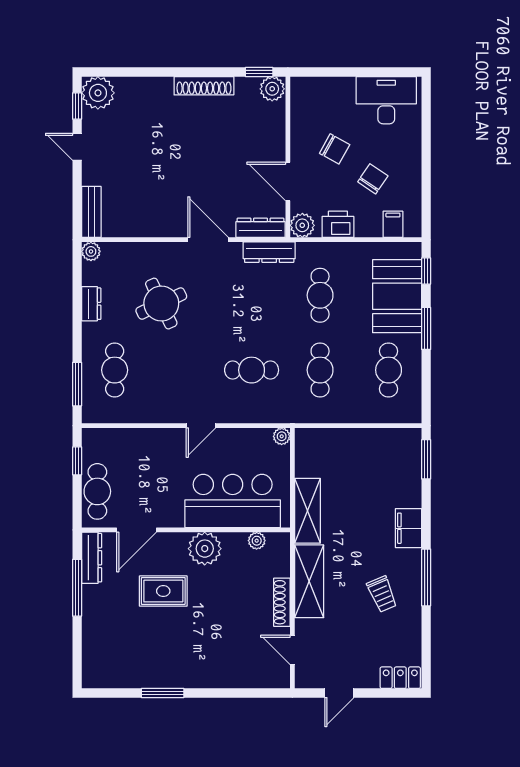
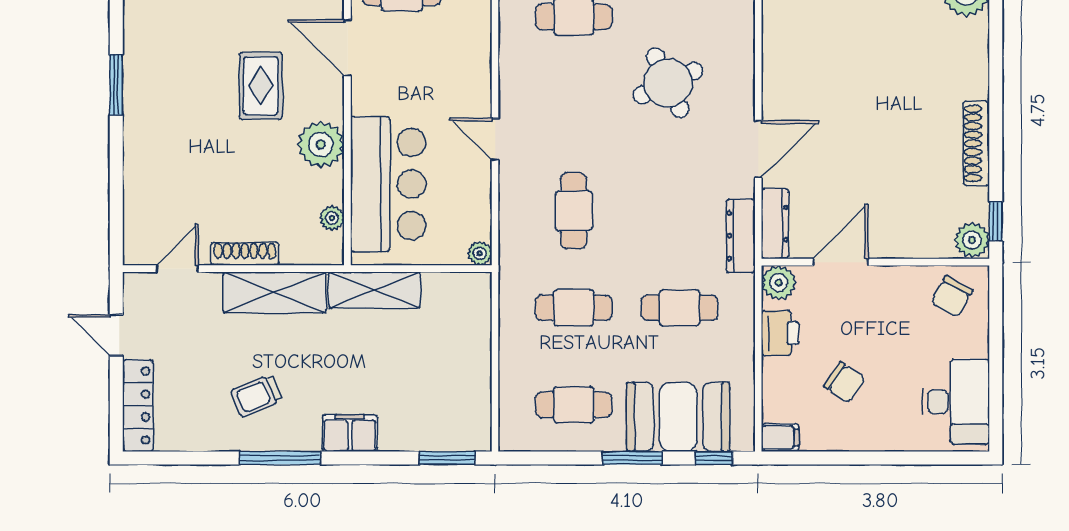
chair: (335, 149) -> (952, 296), moved
filing cabinet: (393, 224) -> (780, 438), moved
locker: (400, 678) -> (138, 406), width x1.53

